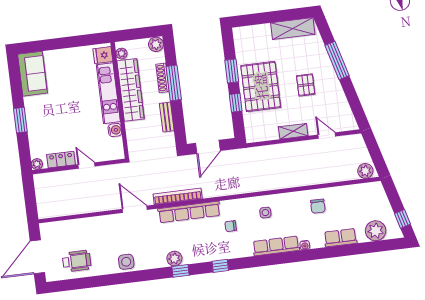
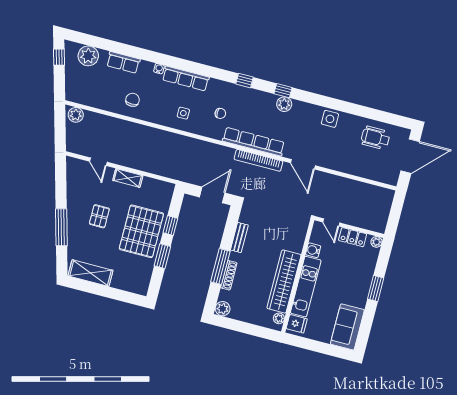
plant: (121, 54) -> (279, 318), moved
fridge: (103, 55) -> (297, 324), moved
wardrobe: (130, 90) -> (284, 281), moved
kitchen unit: (108, 93) -> (306, 287), moved
wall: (120, 100) -> (298, 276), moved
water cooler: (115, 130) -> (313, 250), moved

